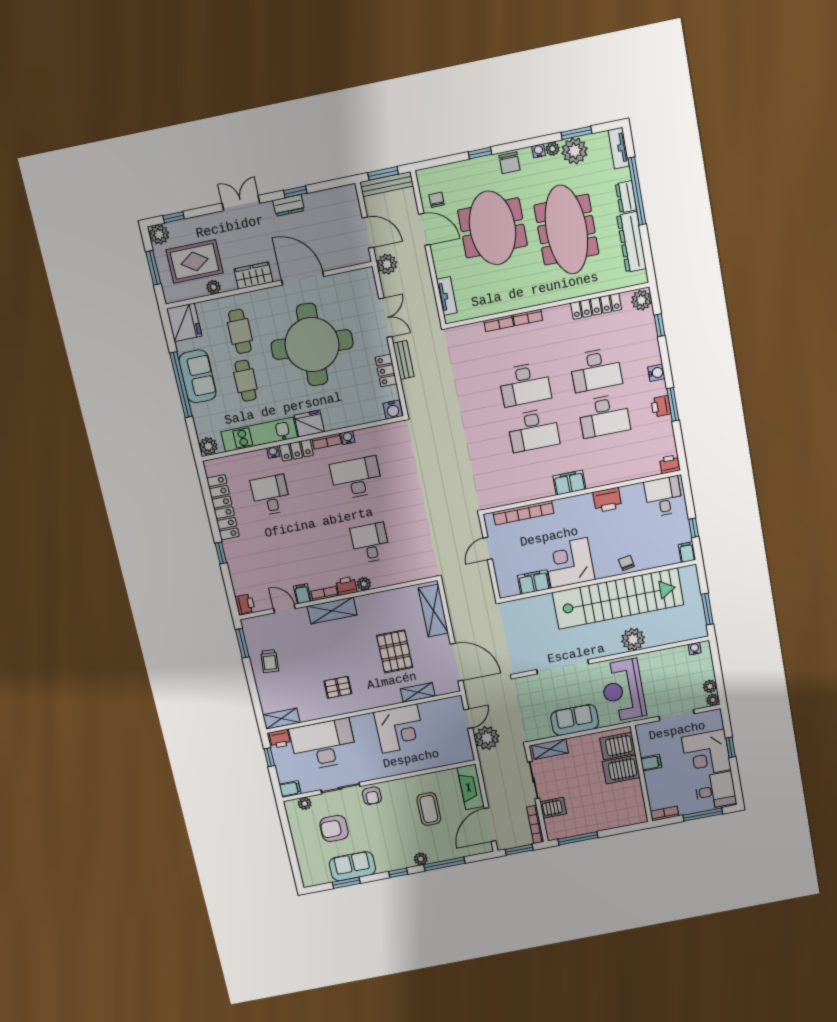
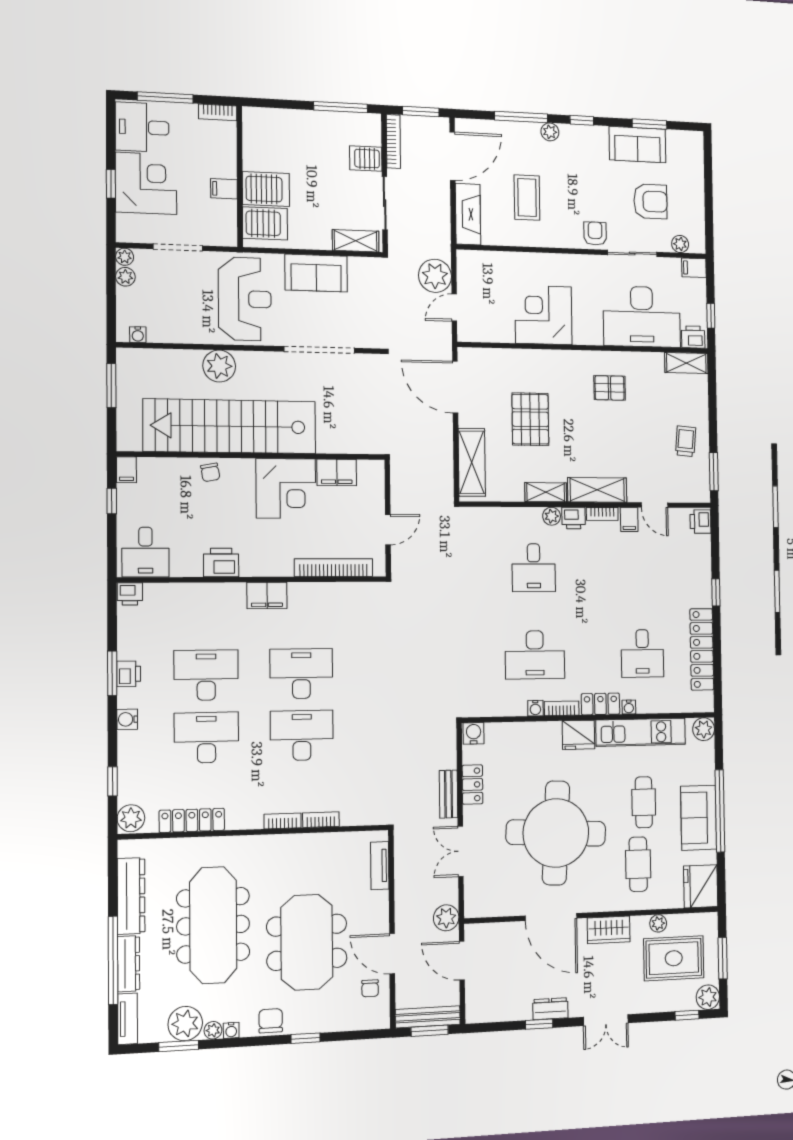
dresser: (626, 197) -> (129, 964), width x1.44
shelving: (418, 692) -> (546, 492), moved

